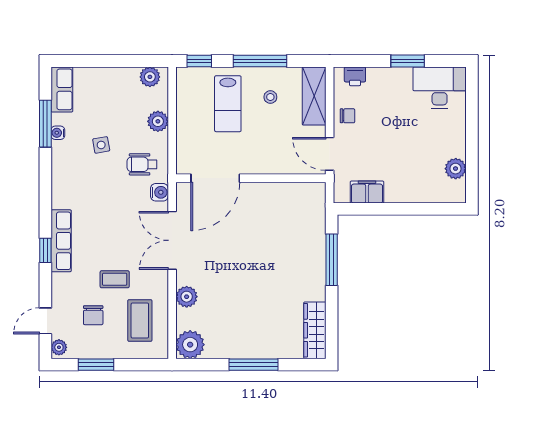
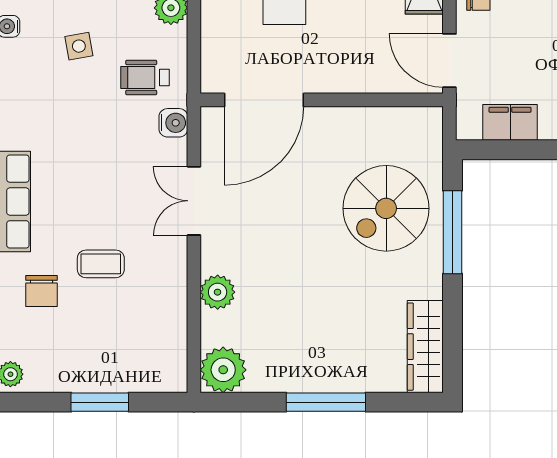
double door: (172, 240) -> (194, 201), width x0.73
spiral stairs: (291, 245) -> (386, 208), added
chair: (93, 315) -> (42, 291), moved
coffee table: (140, 320) -> (142, 331), removed
window: (96, 365) -> (100, 402), moved

